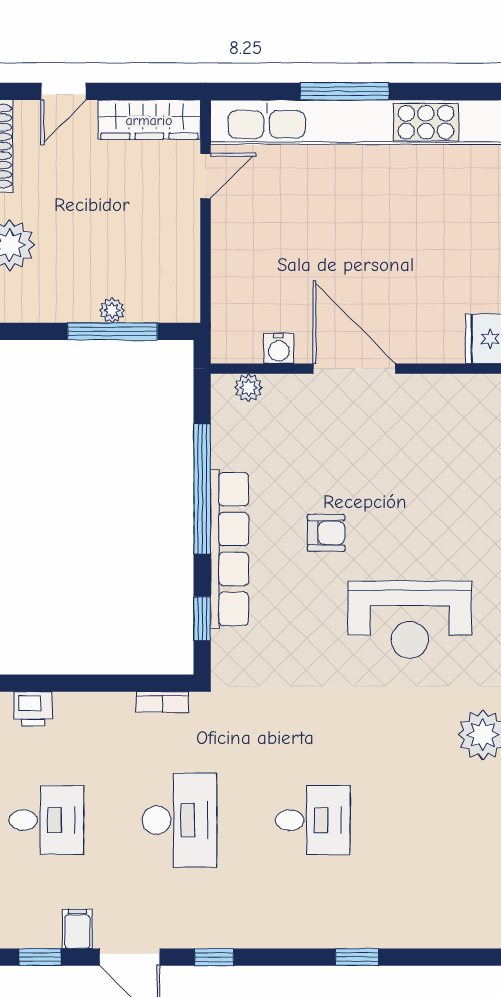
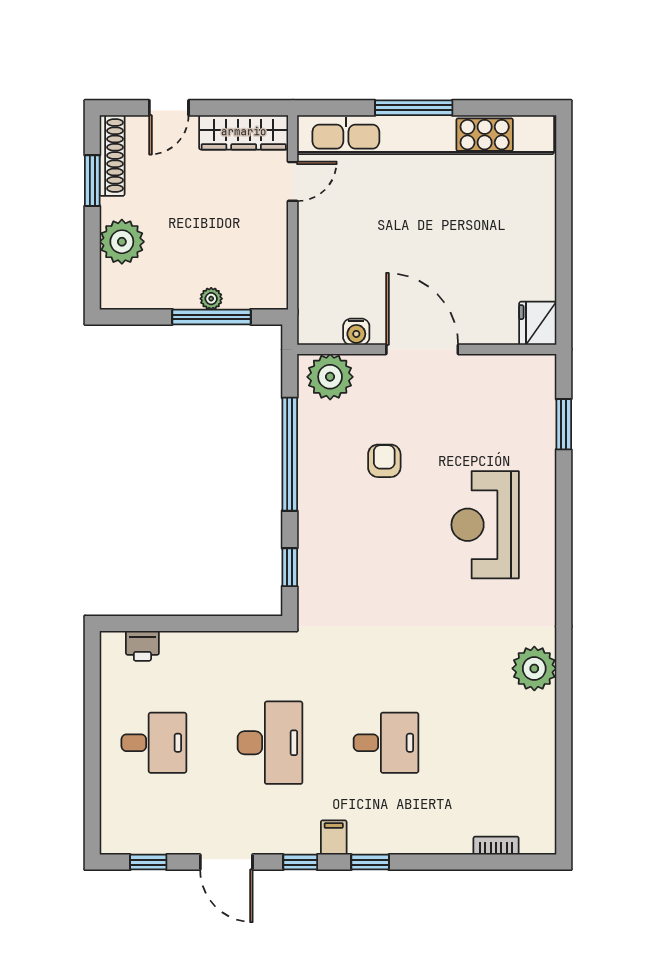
plant: (249, 388) -> (330, 377), width x1.88, depth x1.88
armchair: (326, 533) -> (384, 461), moved, turned -90
row of seats: (230, 549) -> (313, 507), removed
reception desk: (410, 620) -> (485, 525), moved, turned 90
bookcase: (162, 702) -> (496, 846), moved, turned 180
filing cabinet: (77, 929) -> (334, 838), moved
window: (357, 957) -> (370, 862), moved

